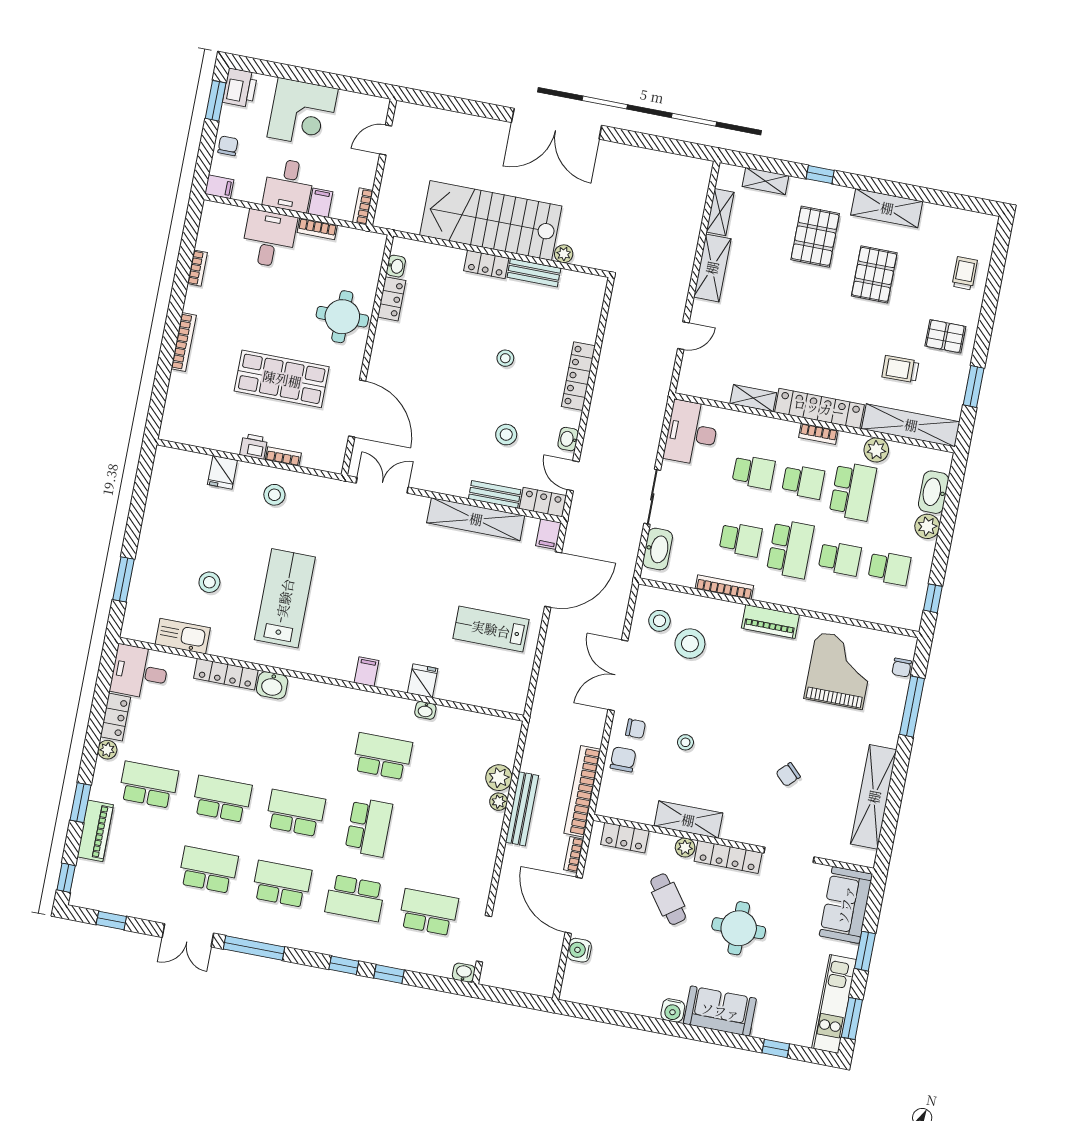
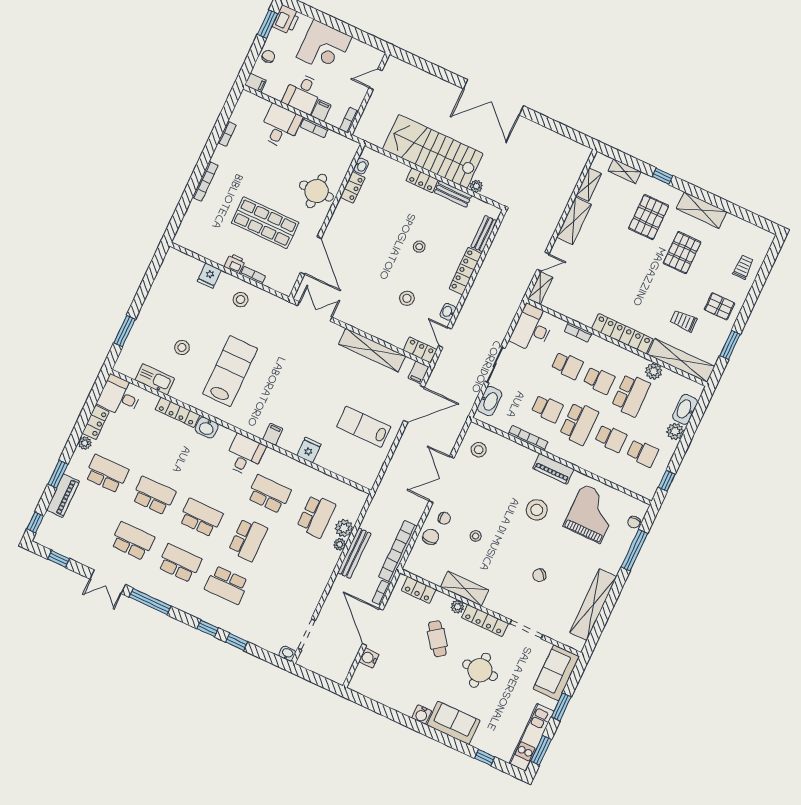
shelving: (753, 398) -> (540, 288), moved, turned 90
bookcase: (818, 434) -> (578, 332), moved
bench: (495, 494) -> (484, 234), moved, turned 90
stool: (690, 644) -> (537, 510), moved
desk: (335, 710) -> (245, 455), added
washbasin: (425, 710) -> (306, 470), removed
school desk: (429, 912) -> (316, 516), moved, turned 90

